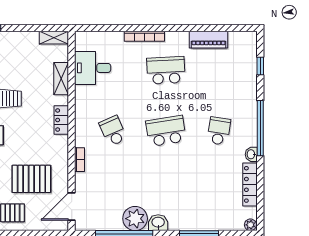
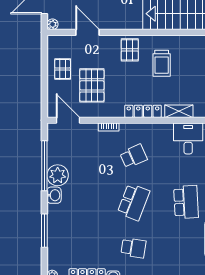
locker: (61, 120) -> (143, 111), width x1.53
school desk: (166, 131) -> (134, 202), turned 30

